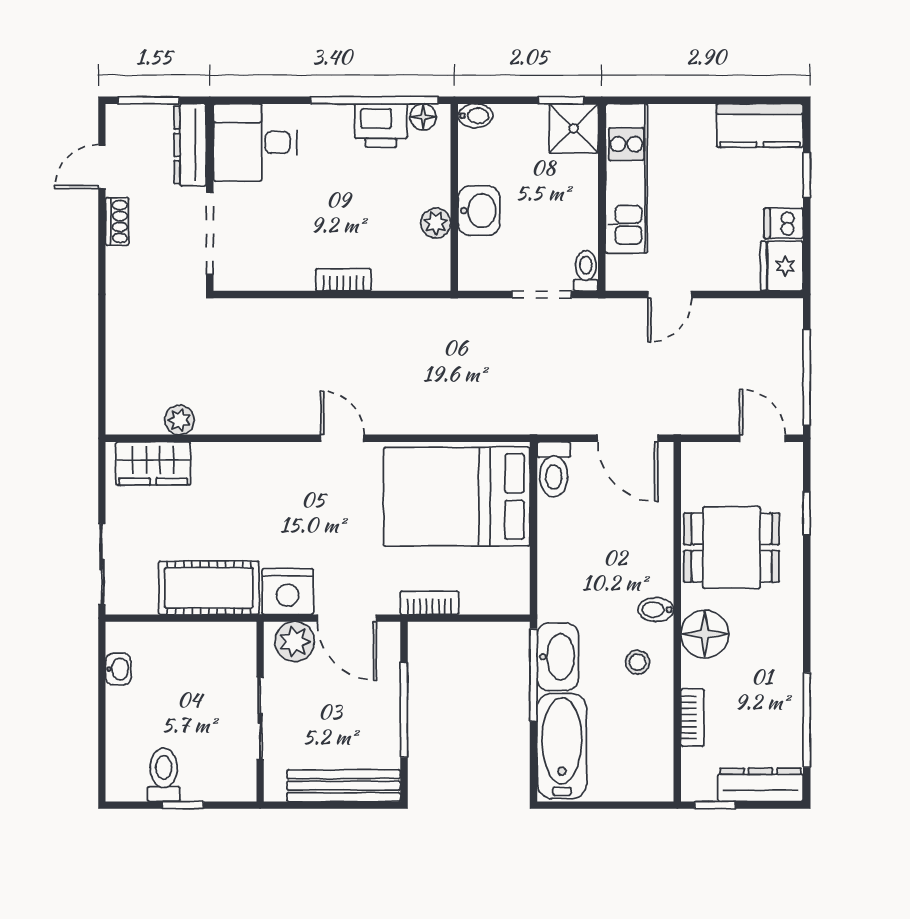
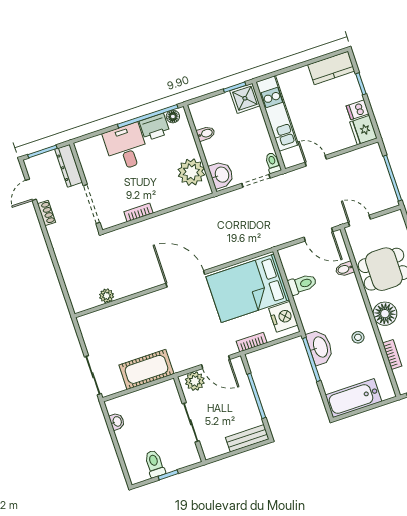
bidet: (475, 116) -> (206, 134), moved
desk: (255, 142) -> (126, 147), moved, turned 90
washbasin: (479, 211) -> (221, 175), moved
plant: (436, 223) -> (191, 172), width x1.88, depth x1.88
bookcase: (343, 280) -> (138, 212), moved
door: (670, 294) -> (316, 161), swing flipped
door: (342, 438) -> (185, 279), width x1.87
door: (762, 438) -> (359, 221), moved
wardrobe: (153, 463) -> (101, 320), removed
toilet: (554, 469) -> (302, 284), moved, turned -90
nightstand: (288, 592) -> (283, 317), moved, turned -90
bidet: (656, 610) -> (345, 269), moved
bathtub: (562, 746) -> (353, 398), moved, turned -90
bench: (344, 786) -> (247, 438), width x0.73

